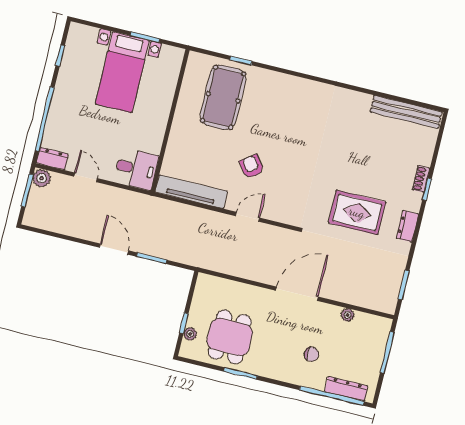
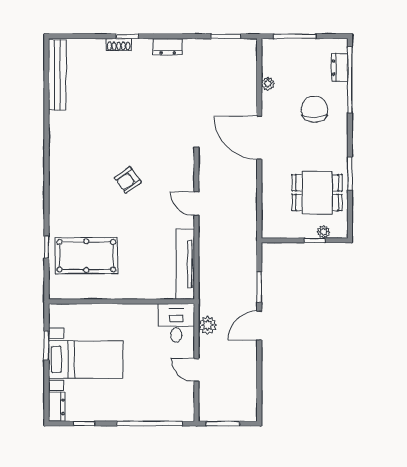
dresser: (52, 159) -> (57, 407), moved, turned 180
armchair: (252, 167) -> (128, 180), moved
door: (86, 177) -> (196, 370), hinge flipped
plant: (42, 178) -> (208, 325), moved
rug: (357, 212) -> (166, 99), removed
chair: (312, 354) -> (314, 109), width x1.87, depth x1.87
dresser: (346, 389) -> (340, 68), width x0.70

